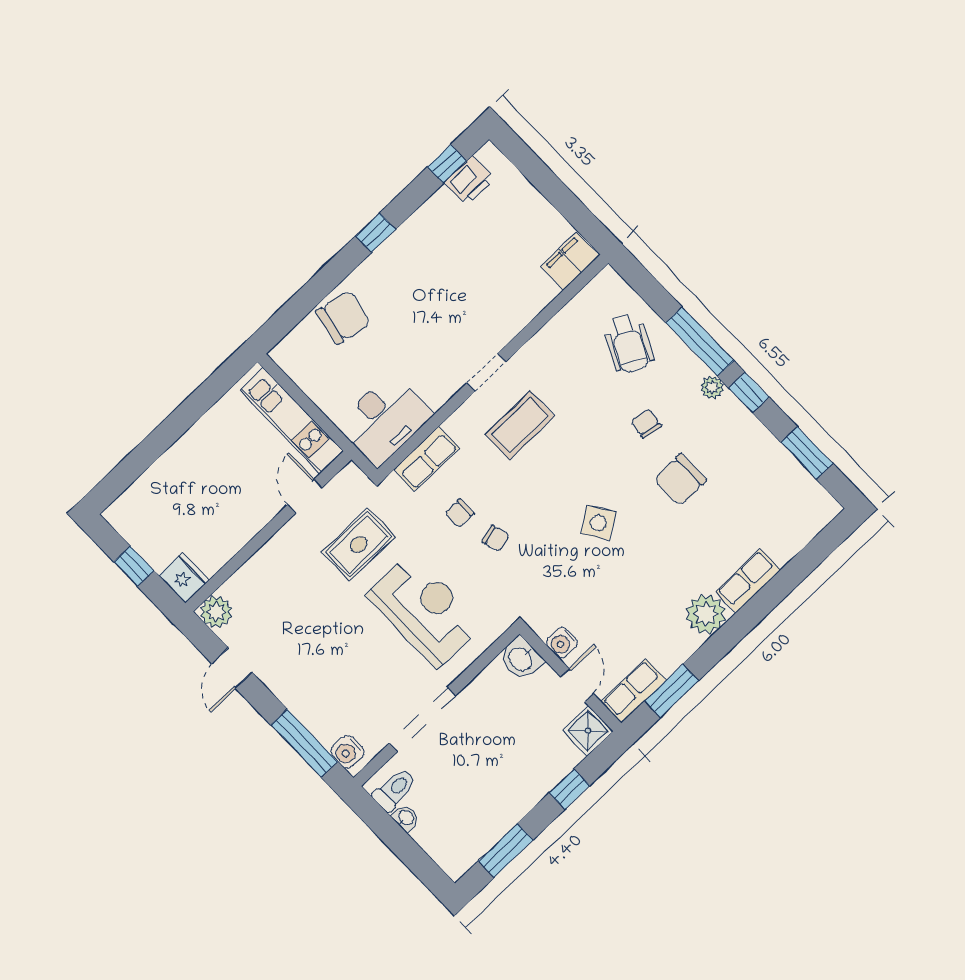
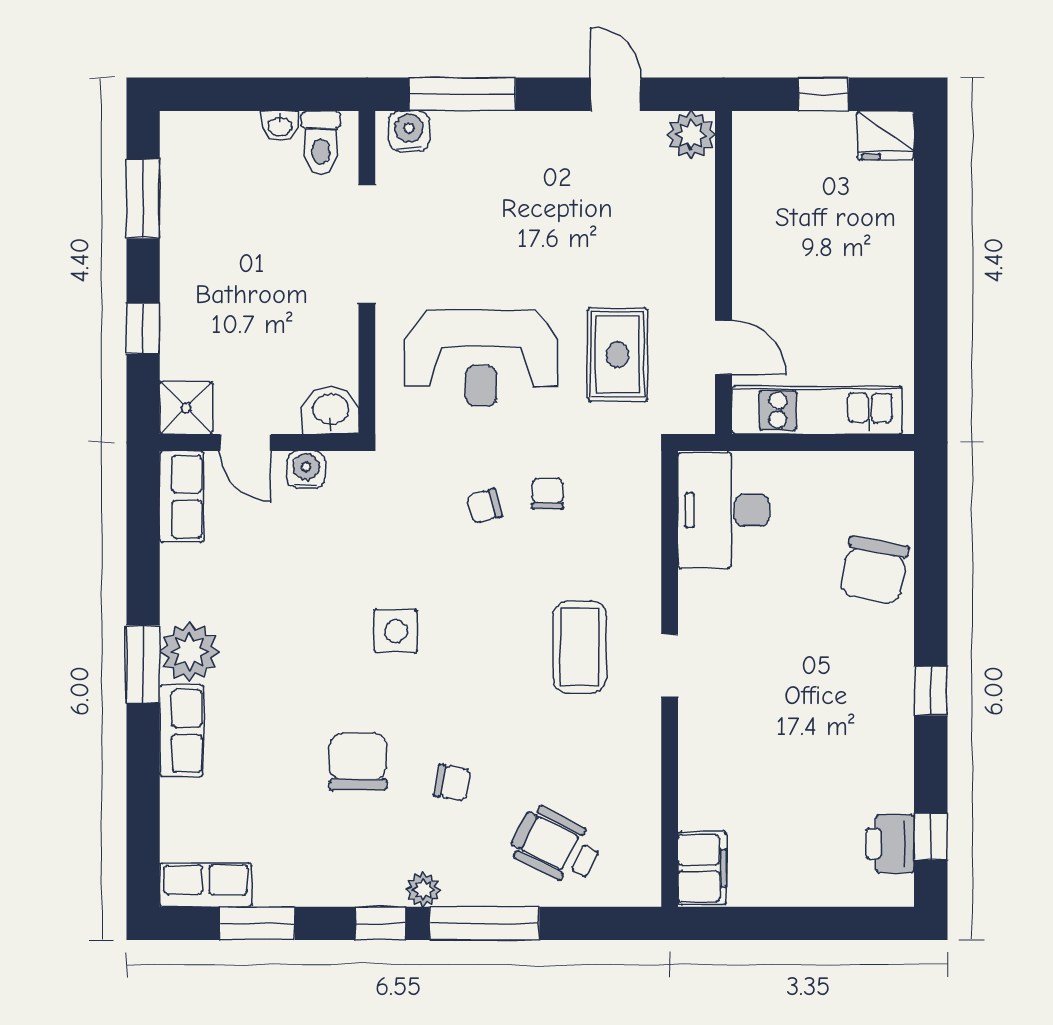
row of seats: (426, 459) -> (206, 885), moved, turned 90
side table: (598, 523) -> (396, 631), turned 33
fridge: (184, 578) -> (886, 135), moved
window: (672, 691) -> (143, 664), moved

